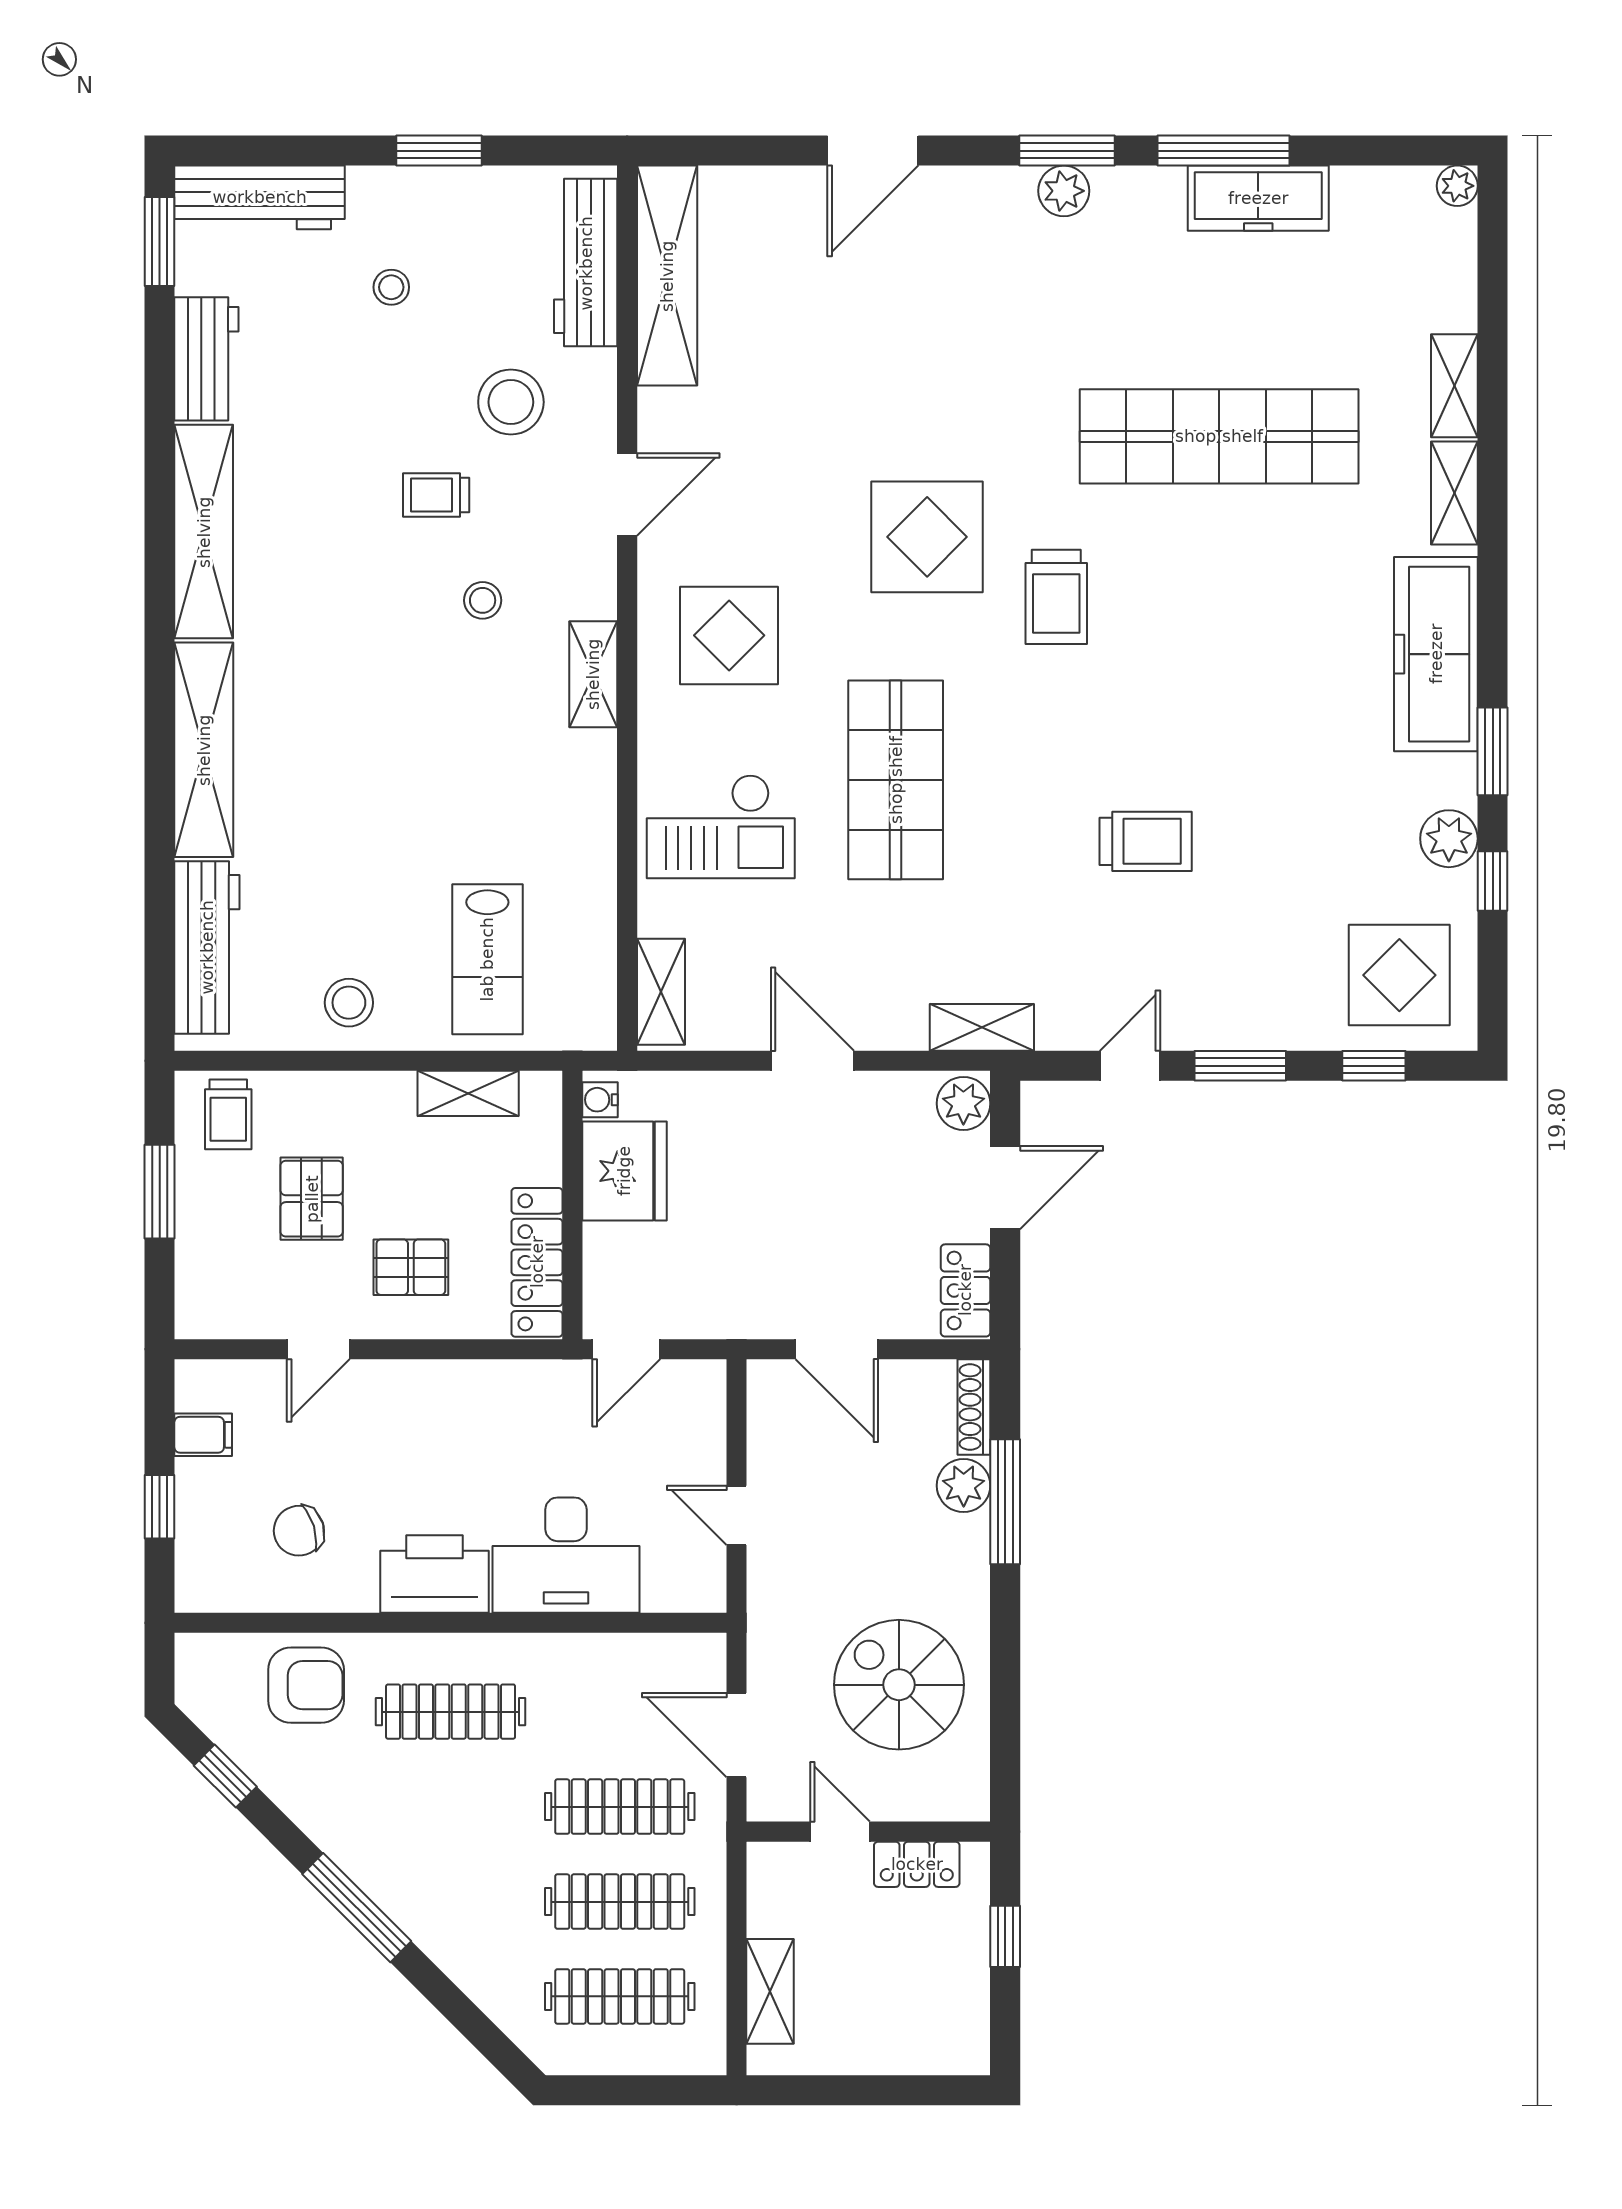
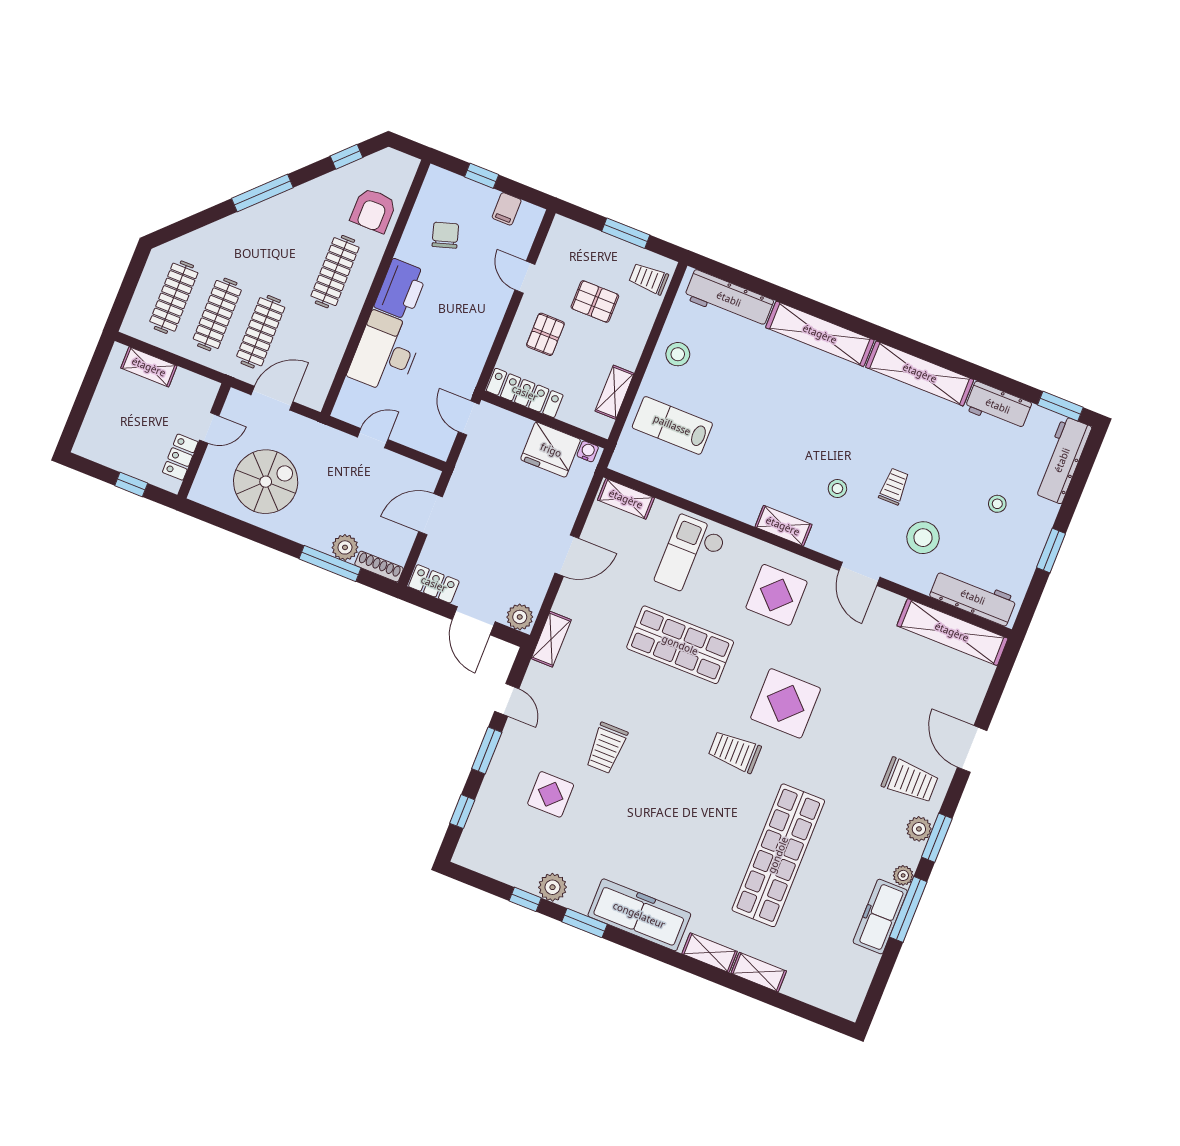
plant: (1457, 186) -> (903, 875), moved
trolley: (979, 244) -> (910, 780), added
display table: (1399, 975) -> (551, 794), moved, width x0.73, depth x0.73

